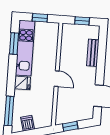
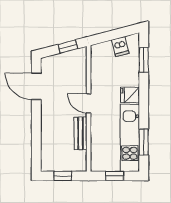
bench: (93, 53) -> (81, 133), moved
window: (9, 111) -> (144, 60), width x0.69

